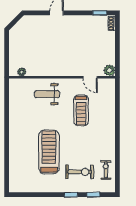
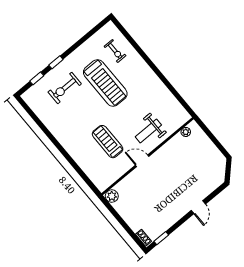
door: (90, 77) -> (142, 161), moved
weight bench: (47, 94) -> (148, 131), turned 180
exercise bike: (106, 170) -> (115, 51), moved

